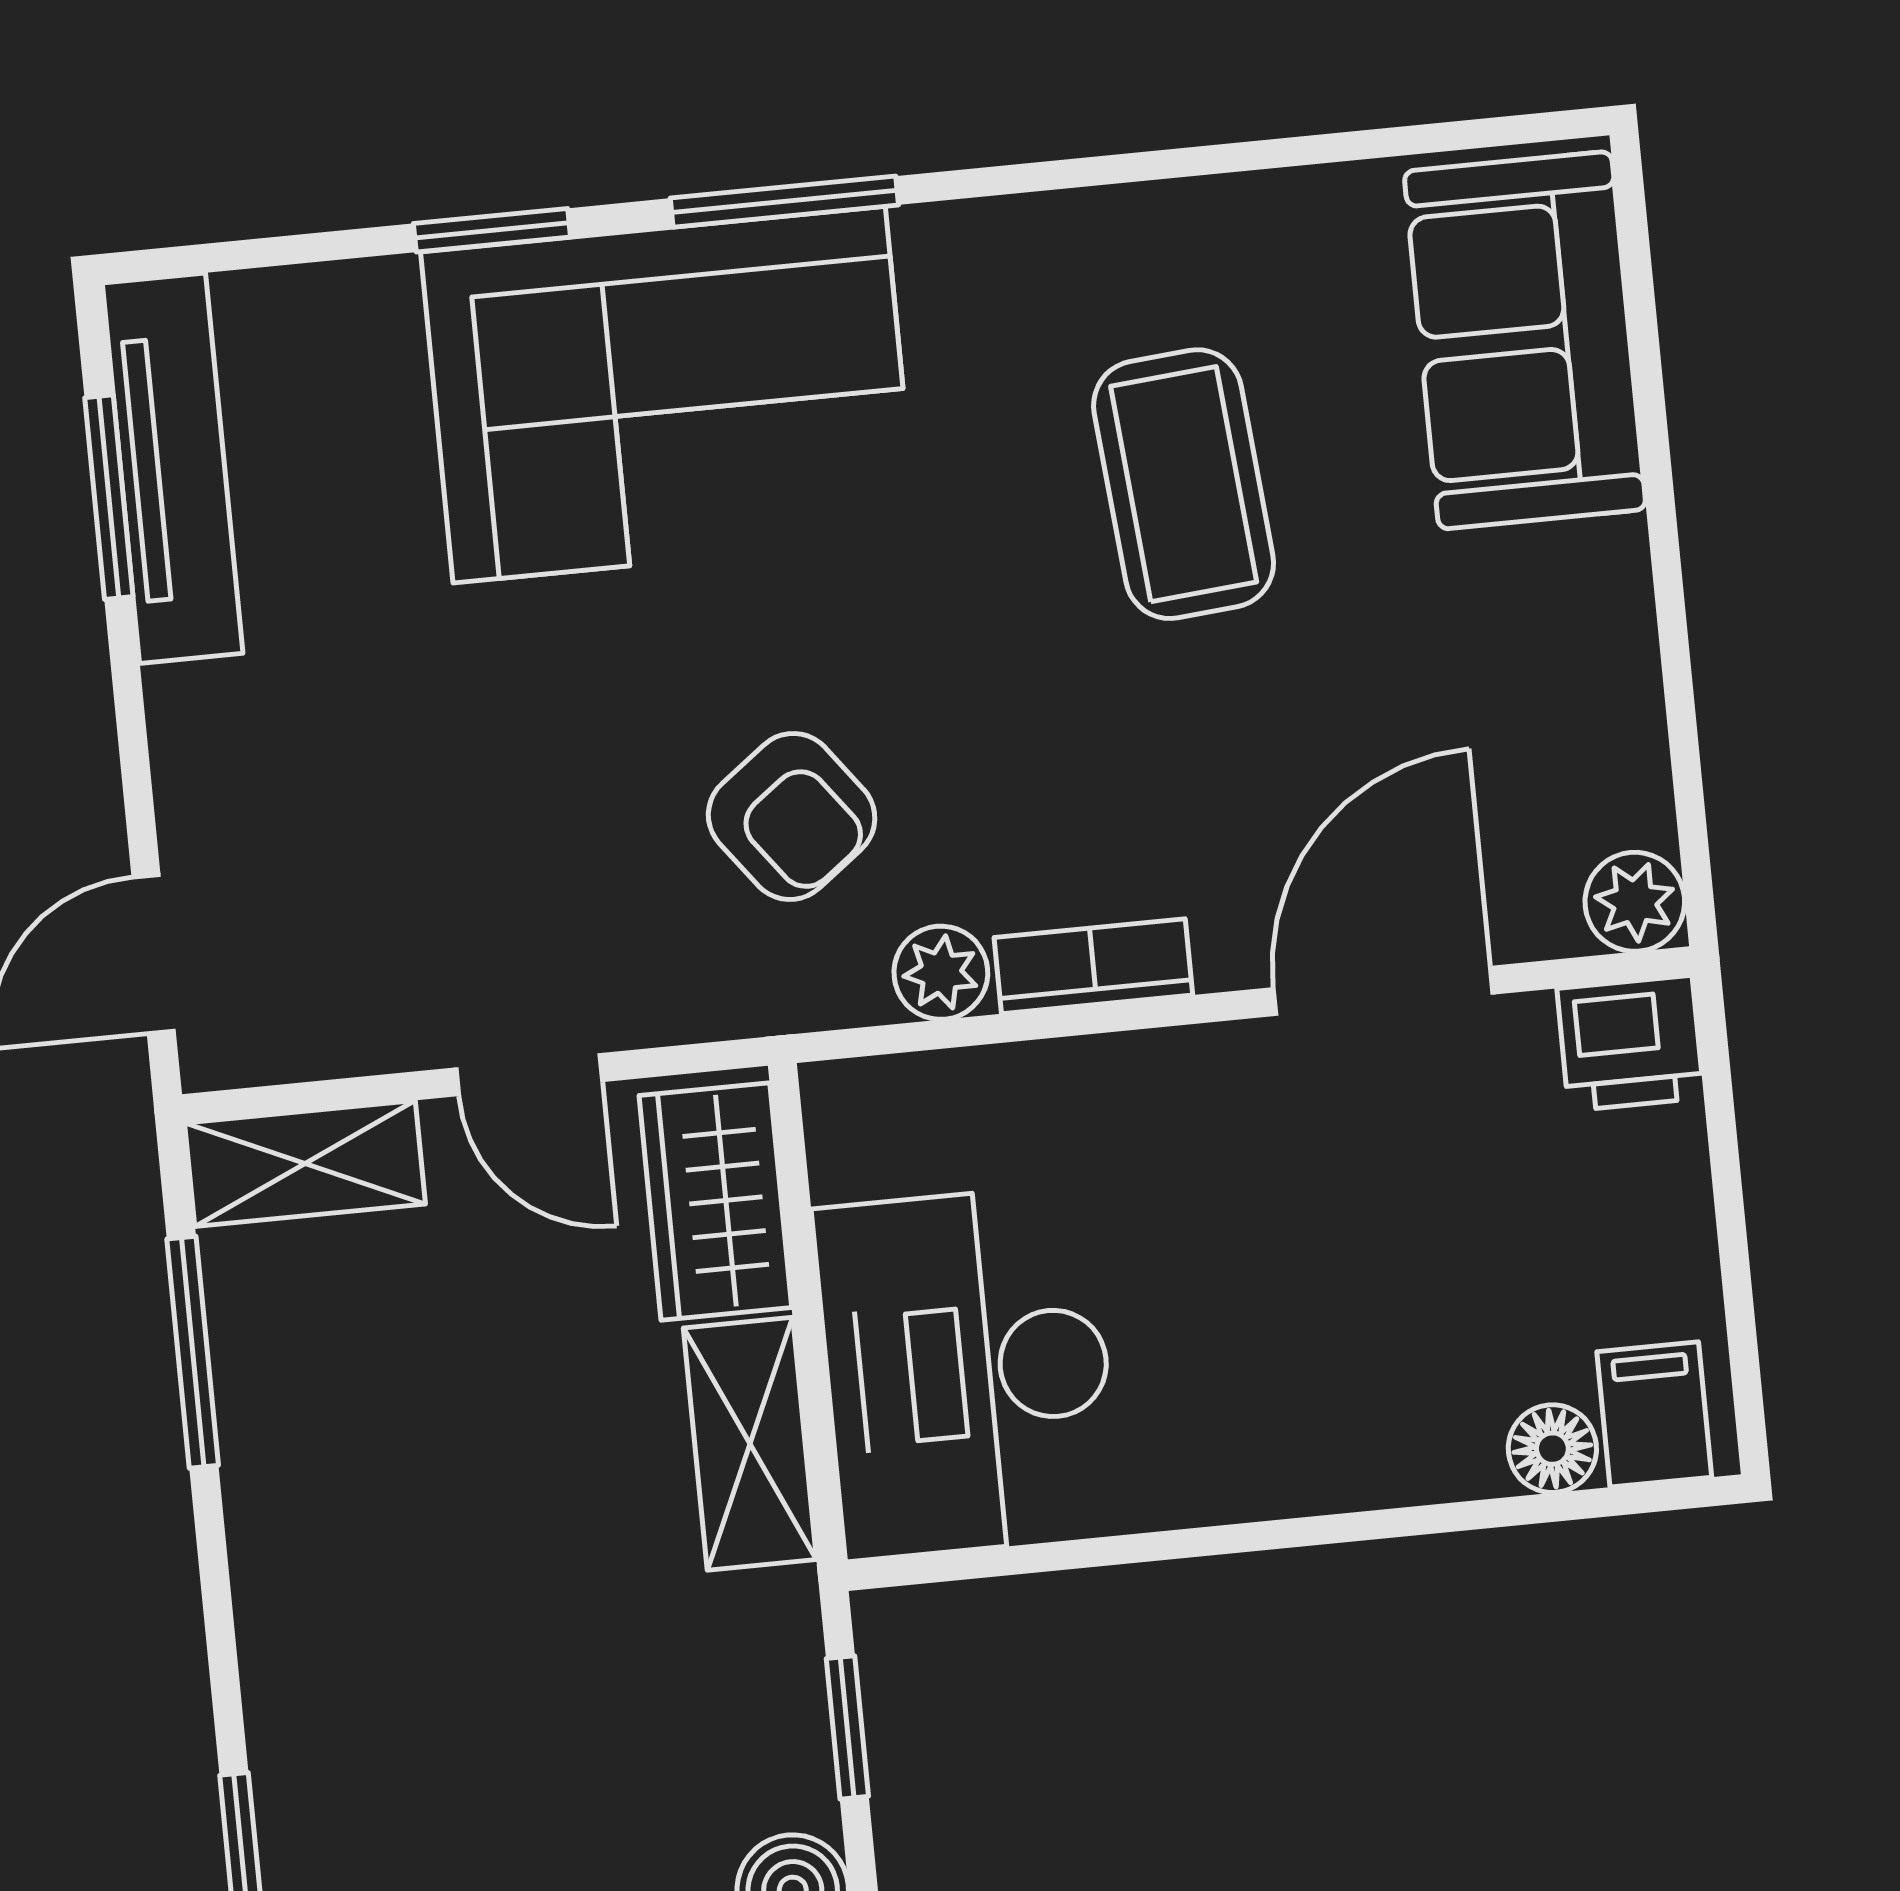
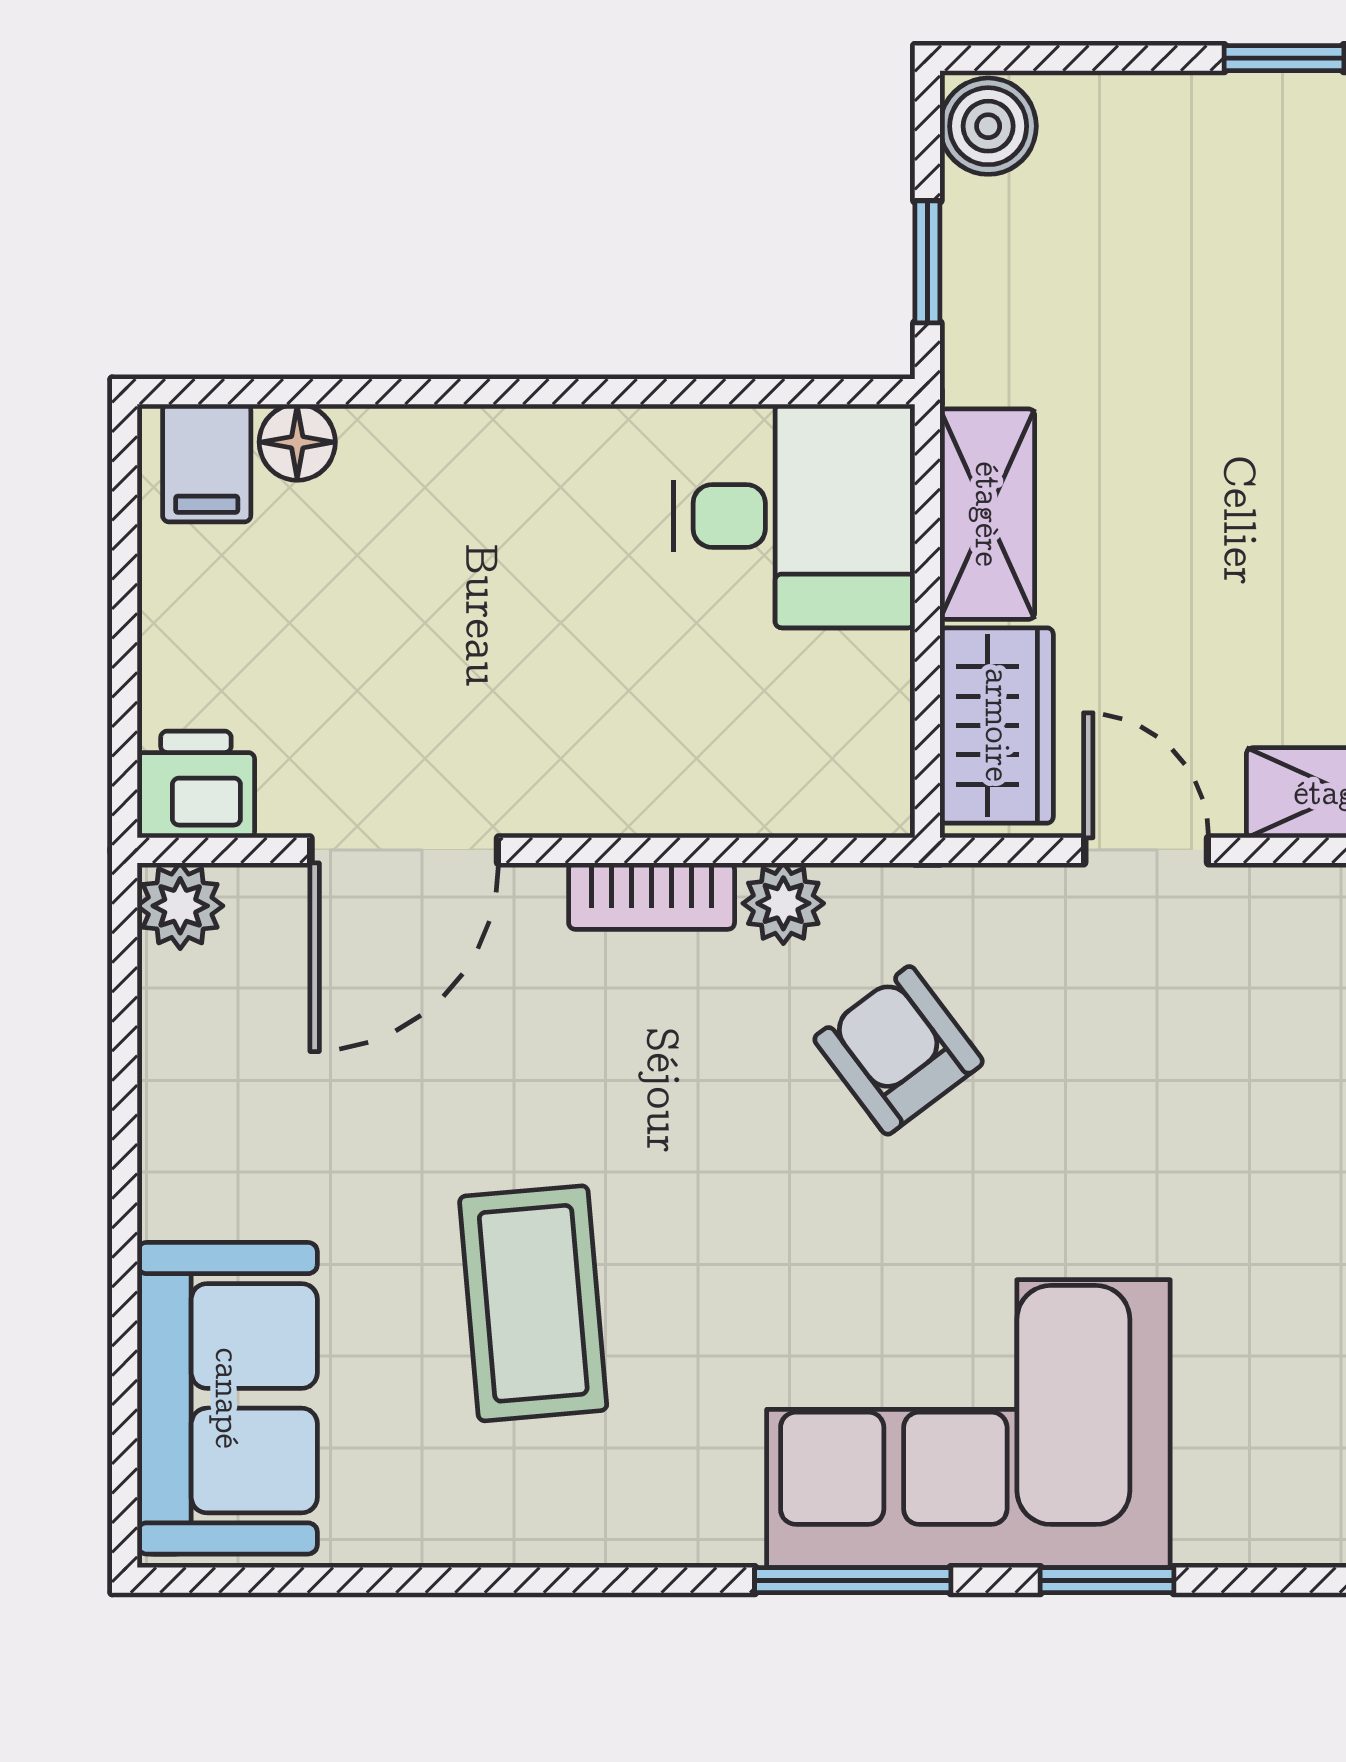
desk: (967, 1372) -> (794, 516), width x0.73

